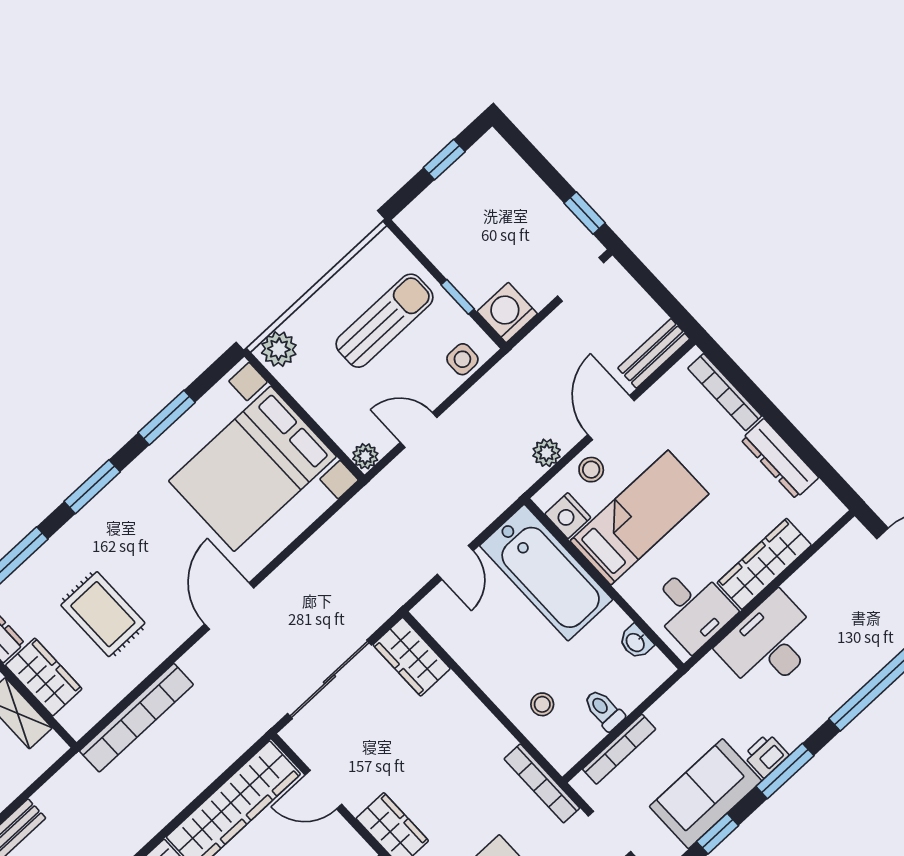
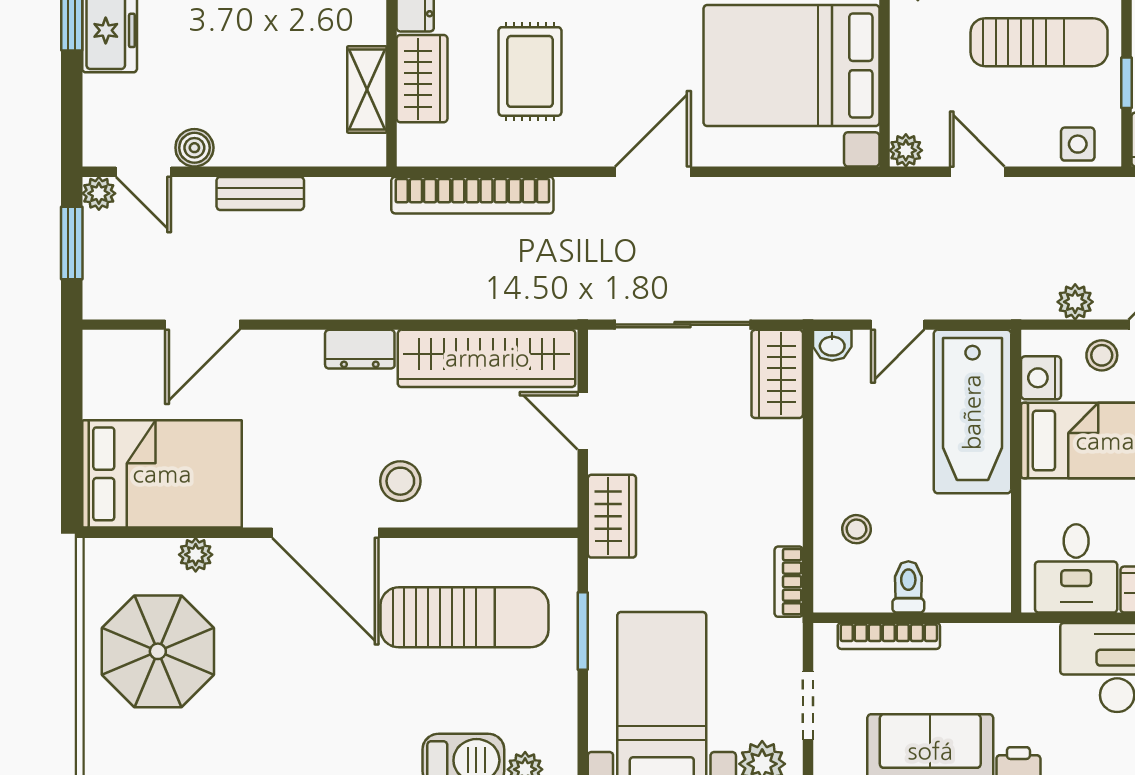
washbasin: (636, 642) -> (832, 345), moved, turned -90
bookcase: (542, 783) -> (789, 582), width x0.64

